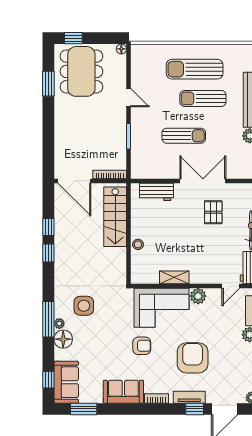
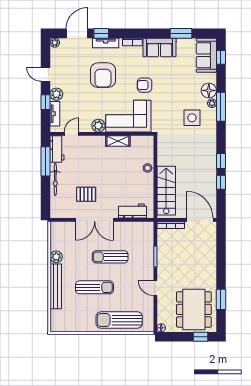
sun lounger: (195, 69) -> (119, 320), moved, turned 180
pallet: (213, 212) -> (86, 194), turned 90
window: (84, 409) -> (181, 33), moved

